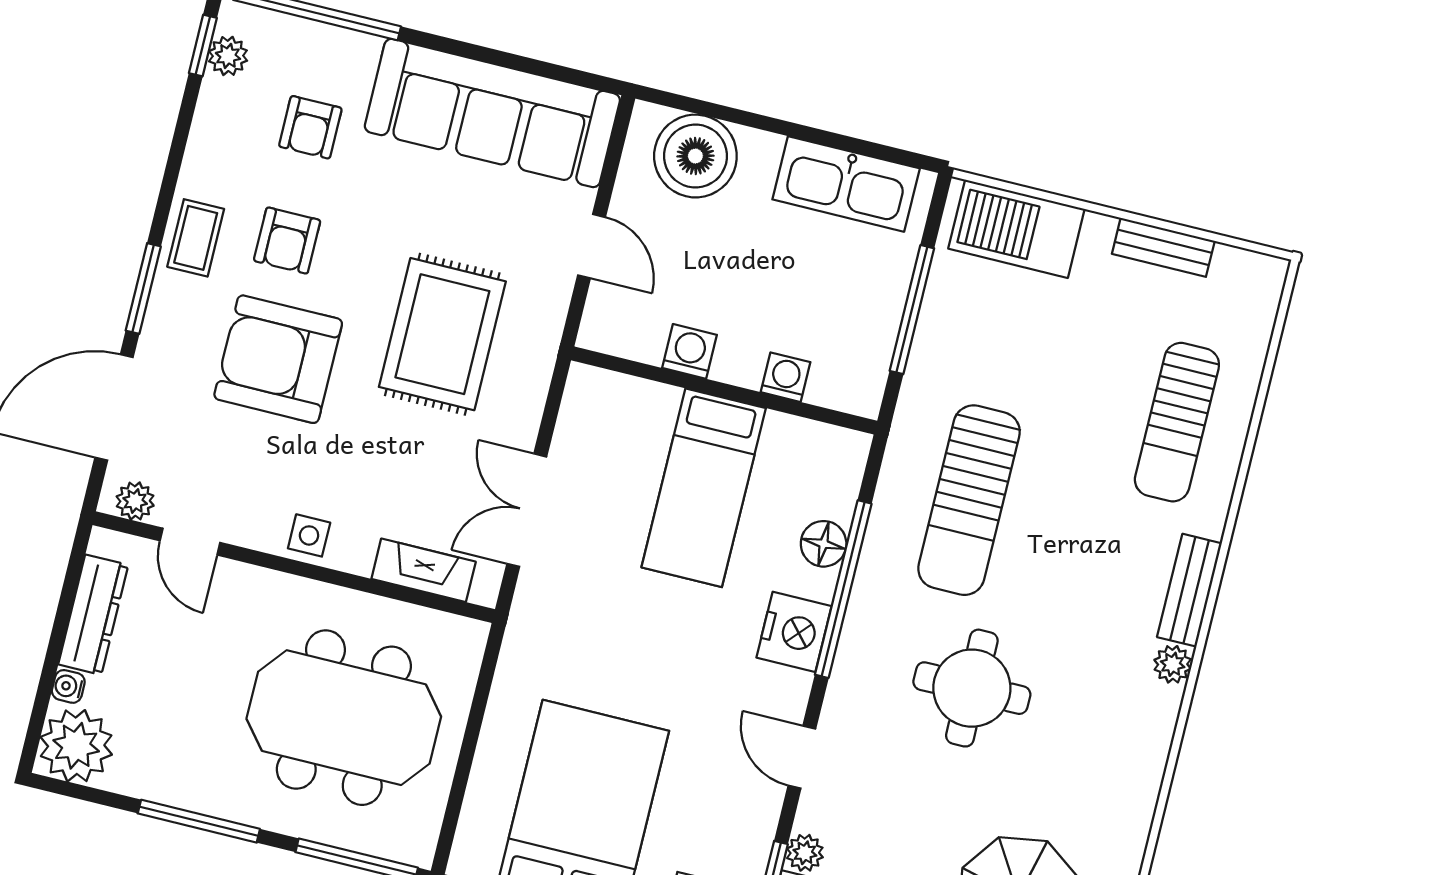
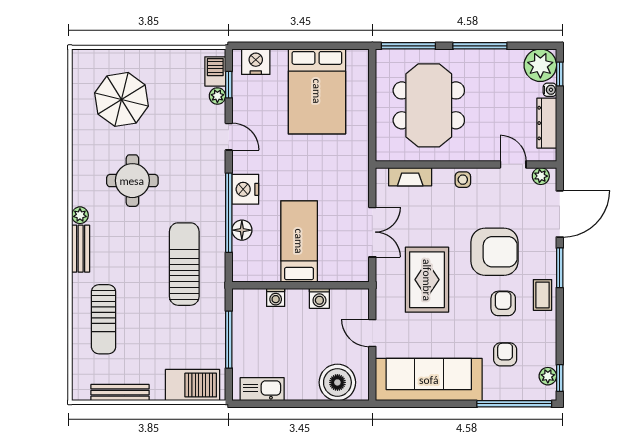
kitchen sink: (846, 184) -> (262, 389), width x0.73, depth x0.81
bench: (1163, 247) -> (120, 393), width x1.36
sun lounger: (1177, 422) -> (104, 319), turned 180
double door: (527, 510) -> (372, 232), moved
round table: (972, 688) -> (132, 181), moved
window: (38, 716) -> (560, 74), added
meeting table: (344, 718) -> (429, 105), turned 90

